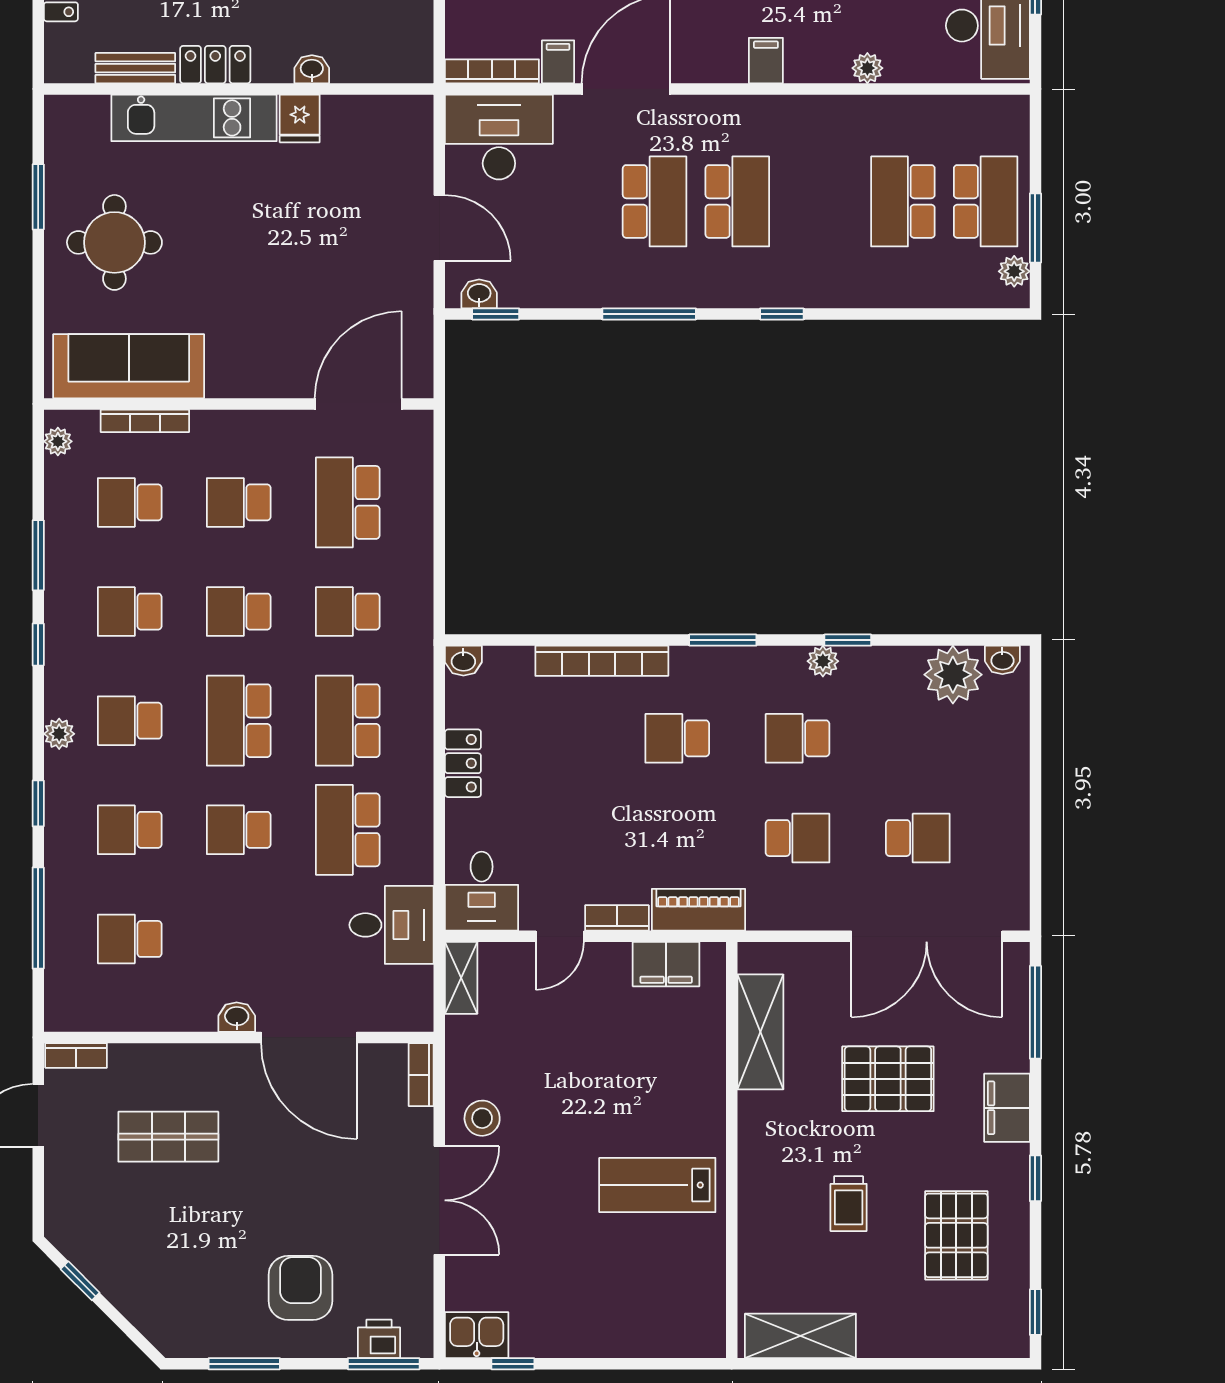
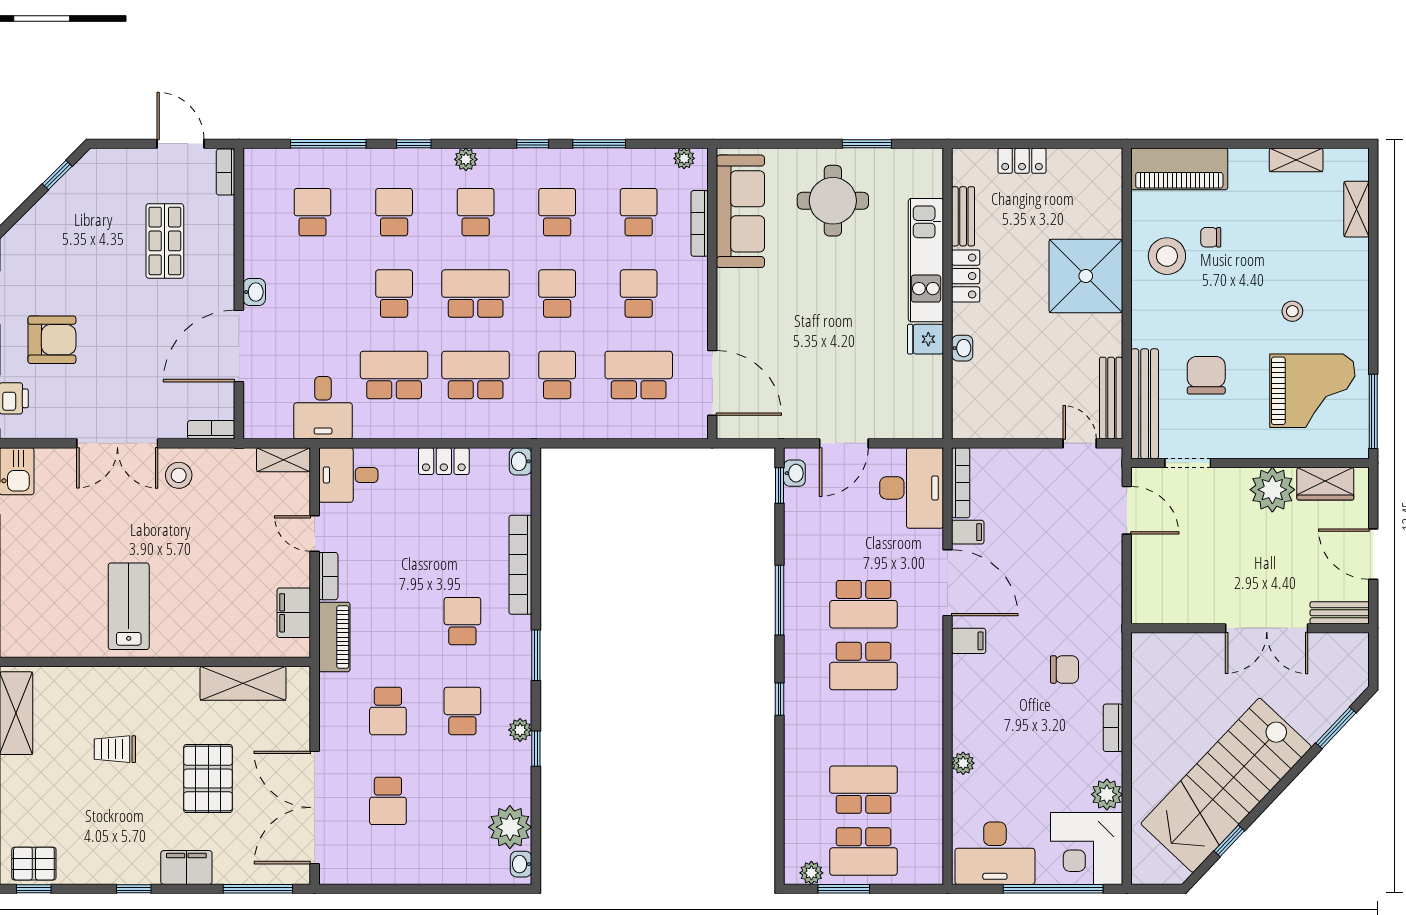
filing cabinet: (766, 61) -> (969, 641), moved
pallet: (956, 1235) -> (34, 864), moved, width x0.67, depth x0.71

